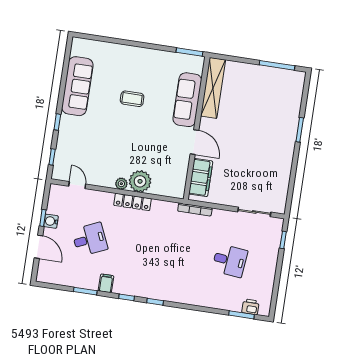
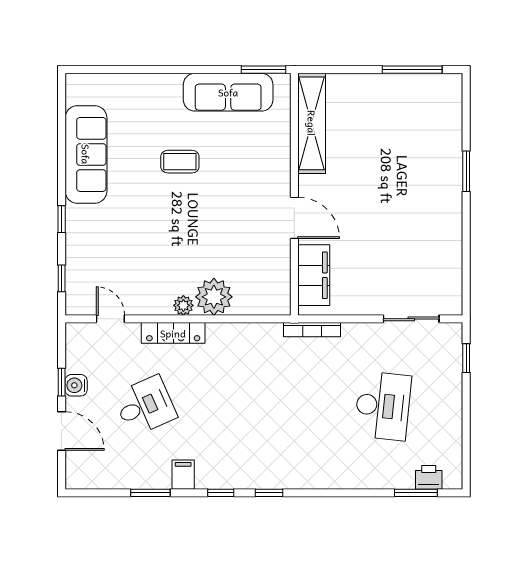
sofa: (187, 100) -> (228, 92), moved, turned -90
locker: (133, 202) -> (173, 333), moved
desk: (230, 261) -> (383, 406), width x1.37

